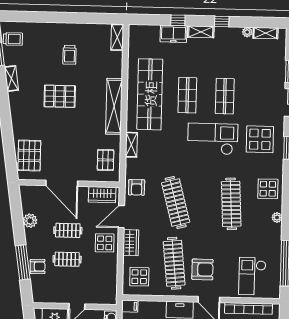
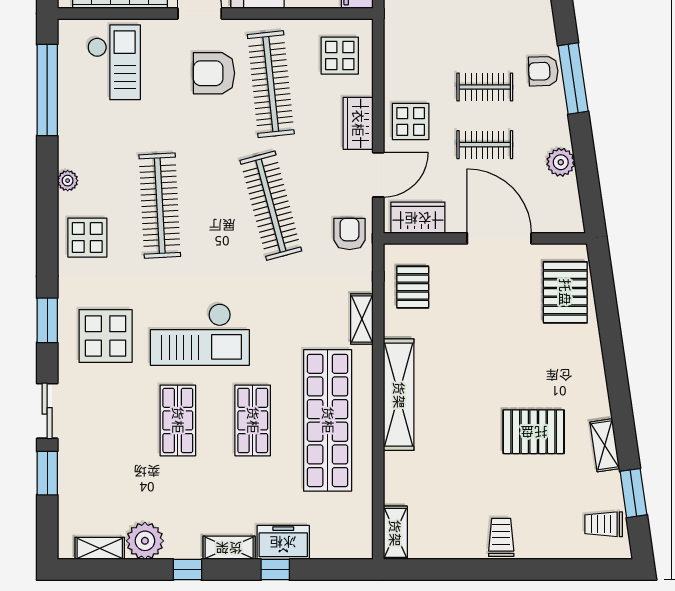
plant: (247, 32) -> (145, 541), width x1.87, depth x1.87
trolley: (69, 55) -> (501, 537), moved
pallet: (60, 96) -> (534, 432), moved

